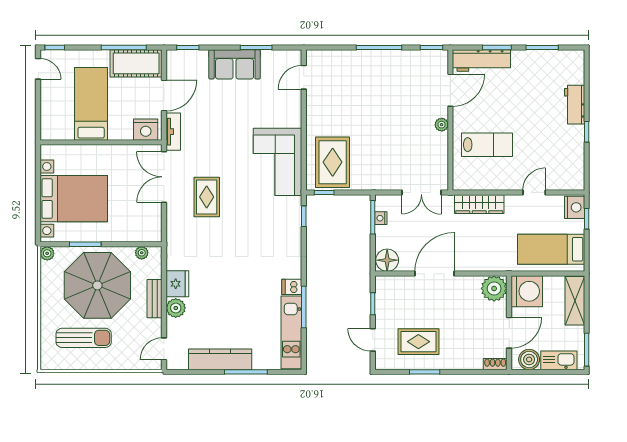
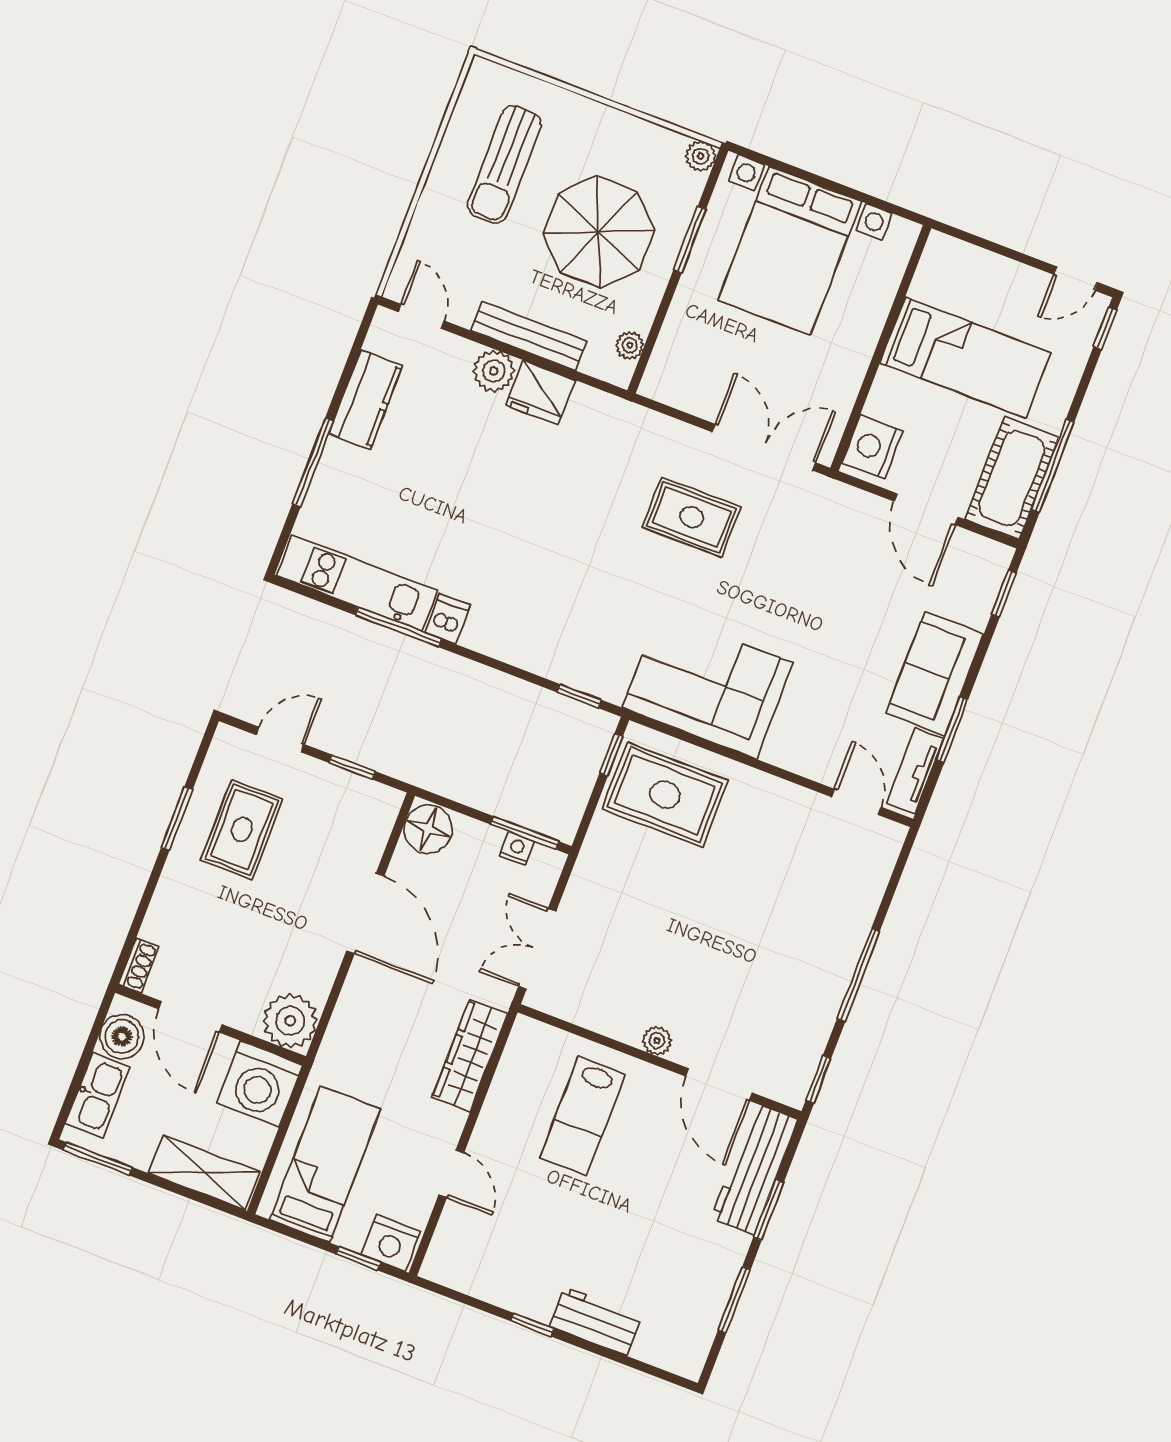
tv unit: (173, 132) -> (915, 771), moved, turned 90
parasol: (97, 285) -> (598, 232), width x0.73, depth x0.73
bench: (155, 299) -> (529, 336), width x1.36
kitchen counter: (220, 359) -> (366, 400), width x0.67

